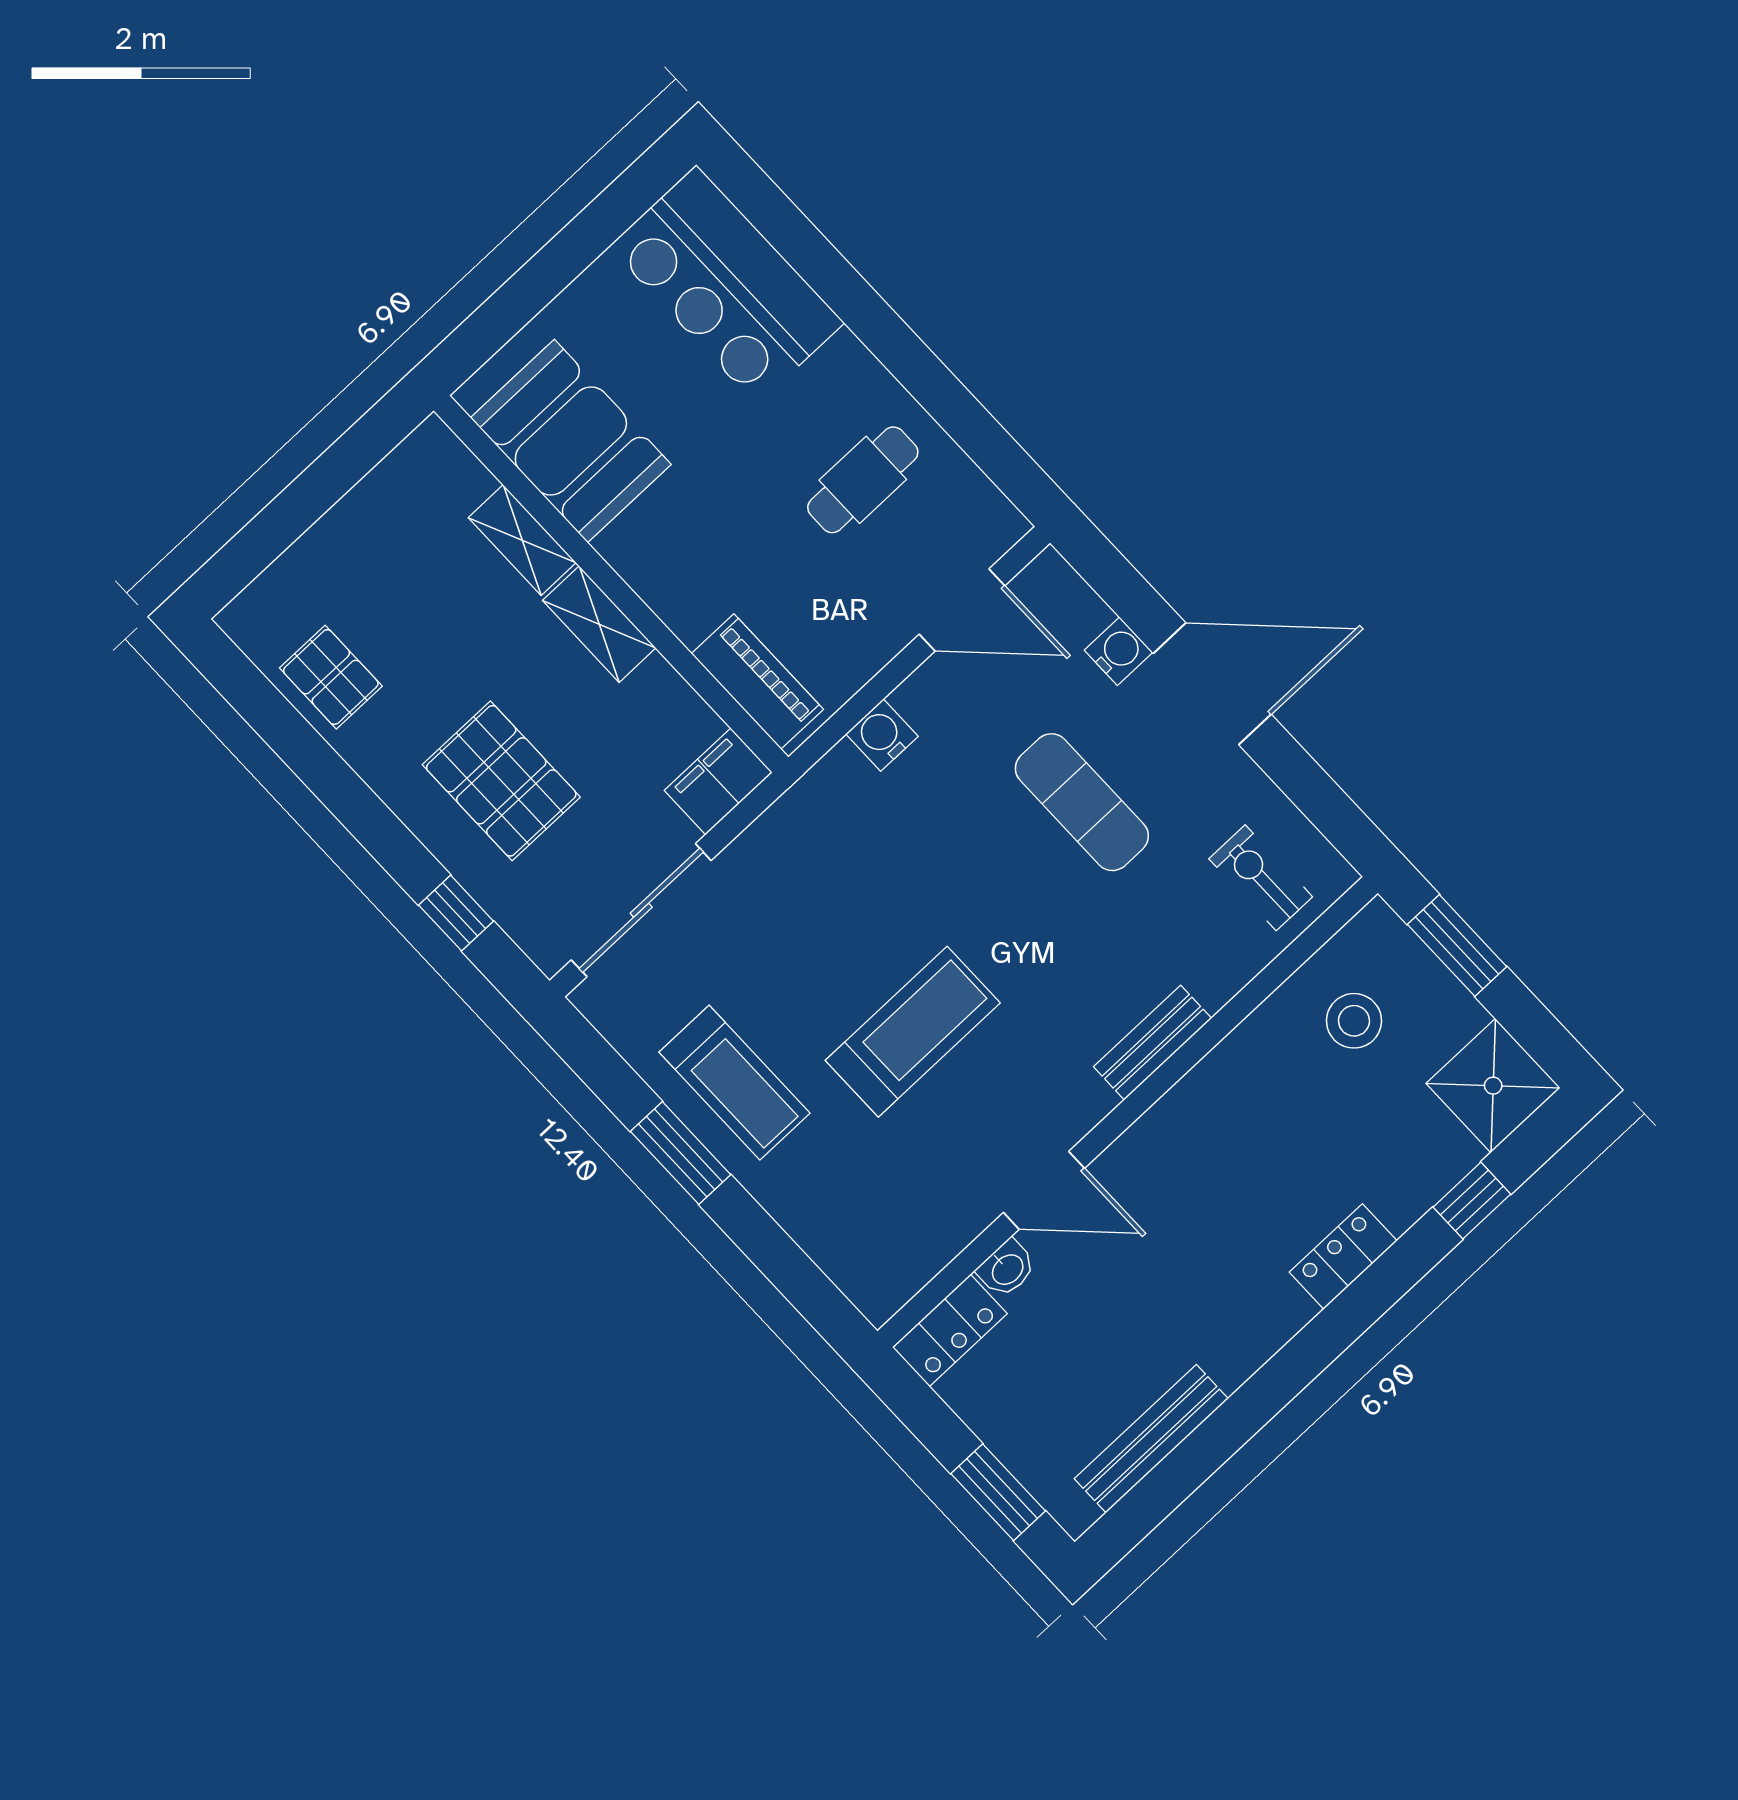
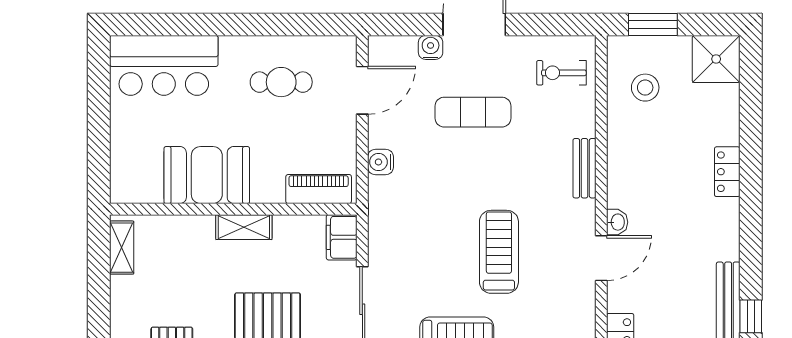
booth: (571, 441) -> (207, 175), moved
cafe table: (863, 480) -> (281, 82), turned 90
shelving: (522, 540) -> (122, 248), moved, turned 90
window: (1472, 1201) -> (751, 316), moved
washbasin: (1007, 1269) -> (617, 222), moved

